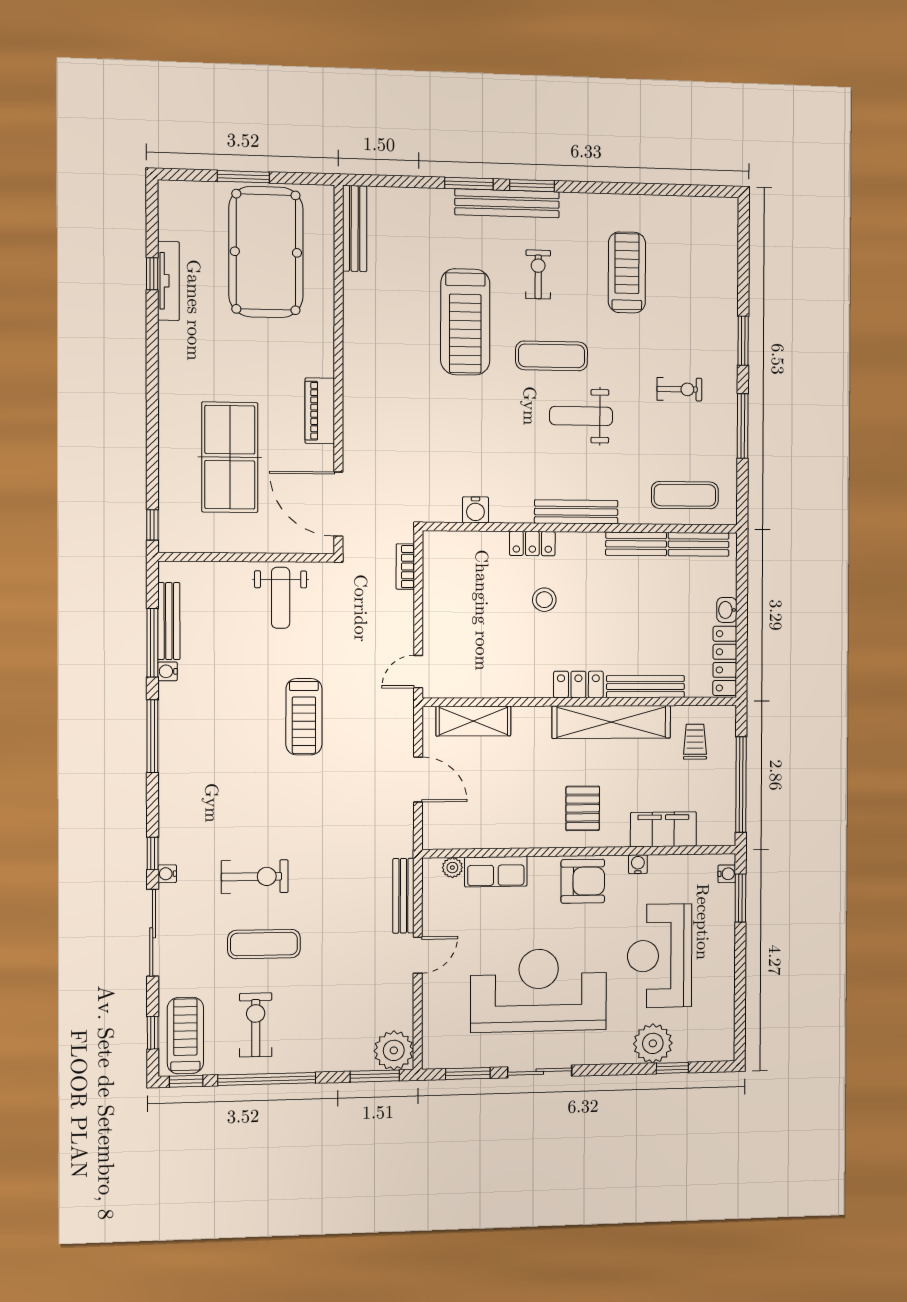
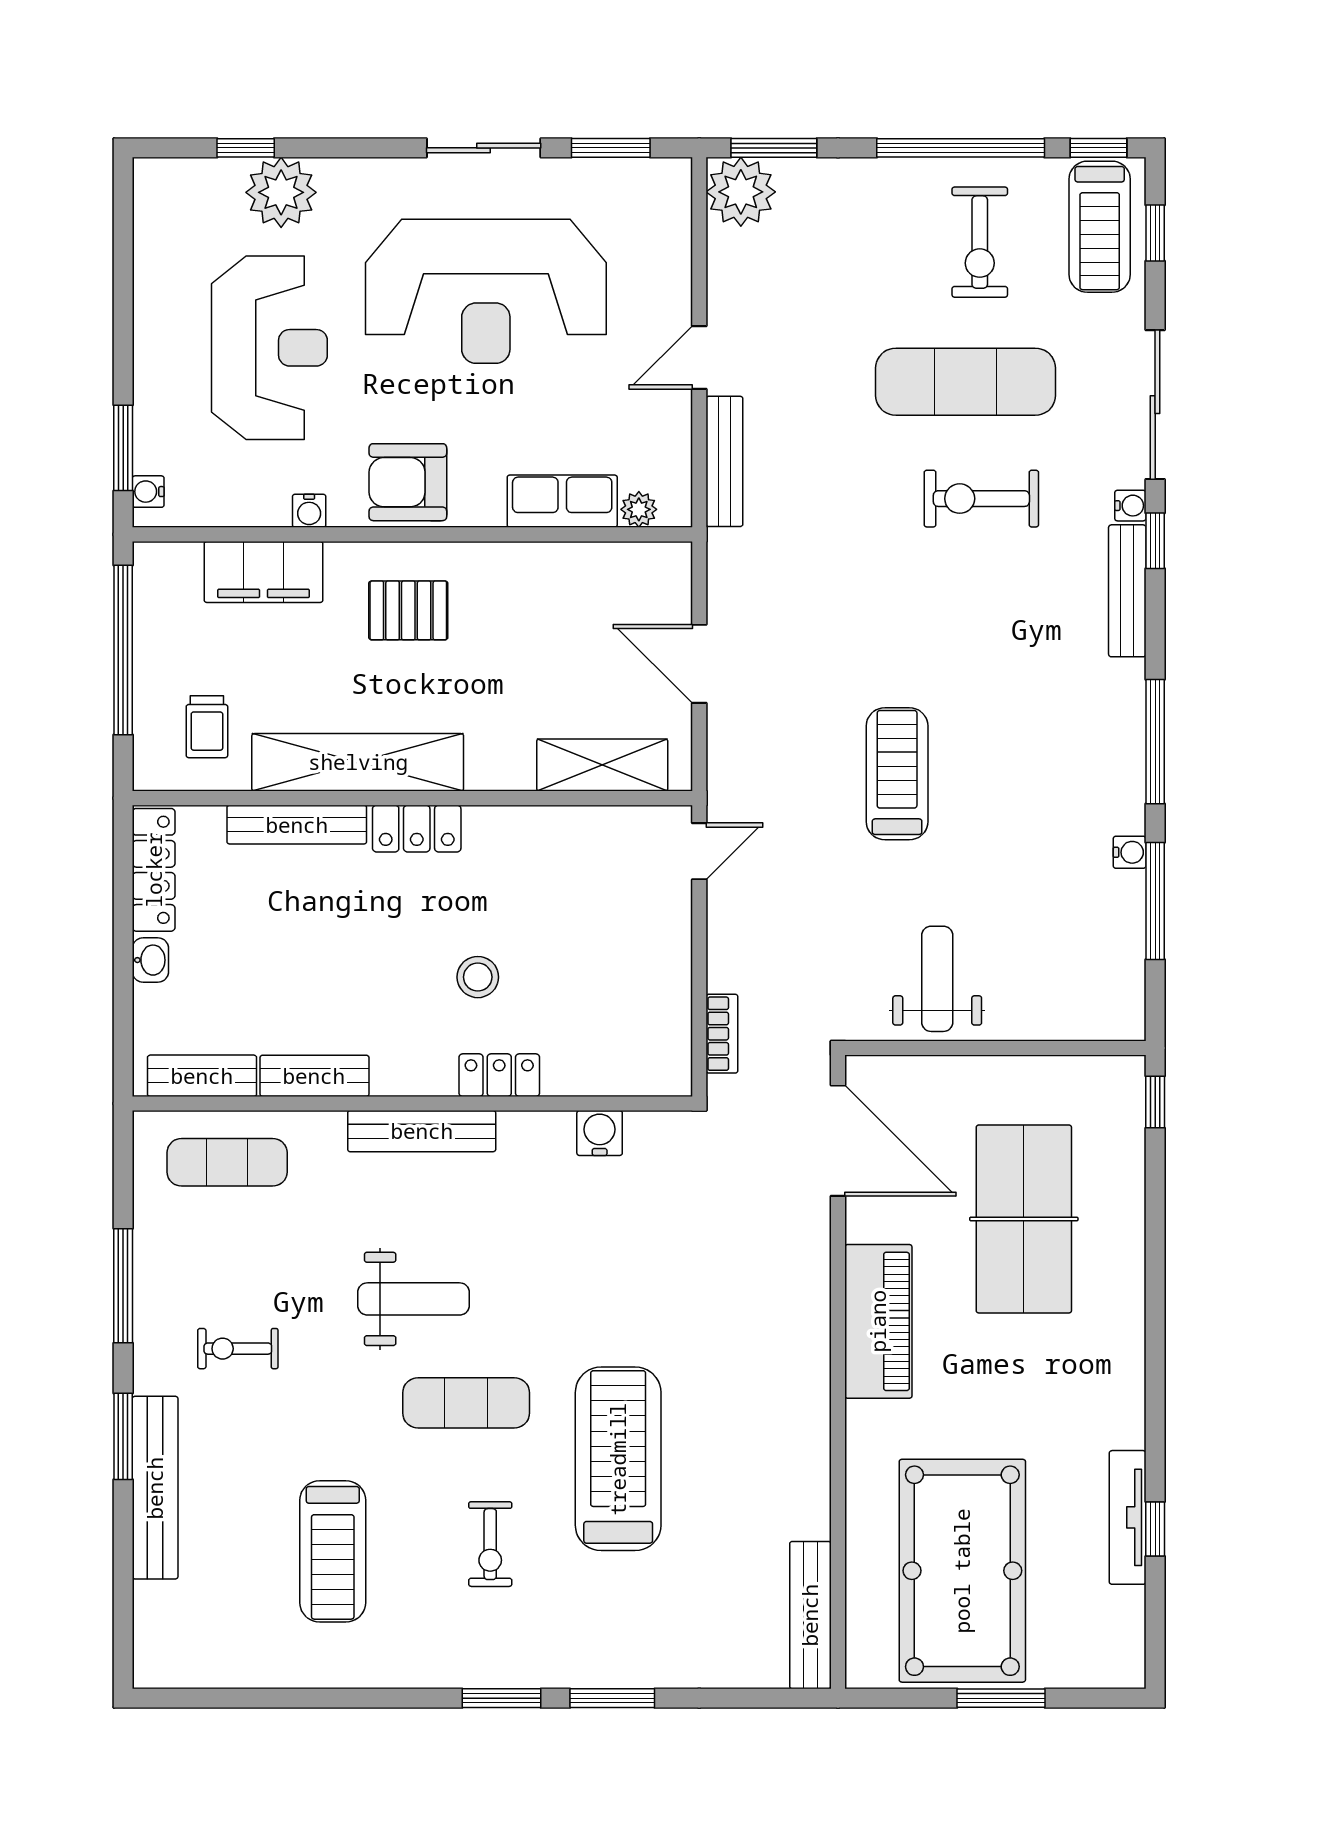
bench: (507, 203) -> (155, 1488), moved, turned 90
piano: (320, 411) -> (878, 1321), width x1.37, depth x1.33
bench: (169, 621) -> (1127, 591), moved
pallet: (583, 808) -> (408, 610), turned 90
exercise mat: (264, 944) -> (966, 382), width x1.36, depth x1.45

